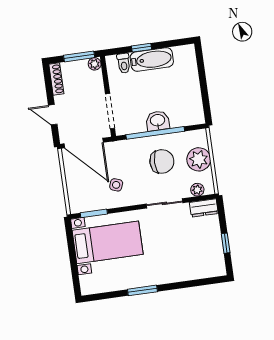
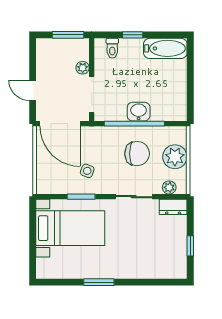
bathtub: (152, 59) -> (165, 48), moved
plant: (95, 64) -> (83, 68), moved
shoe rack: (56, 79) -> (41, 55), removed
window: (94, 213) -> (81, 197), moved

